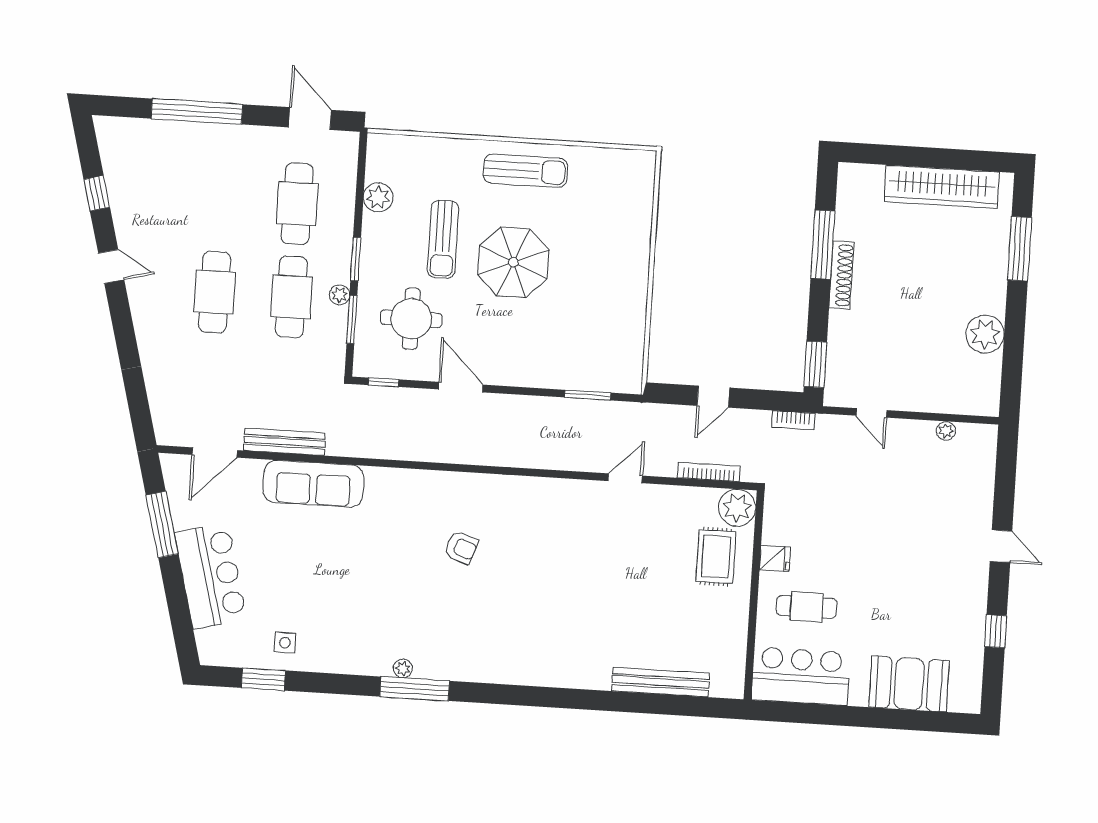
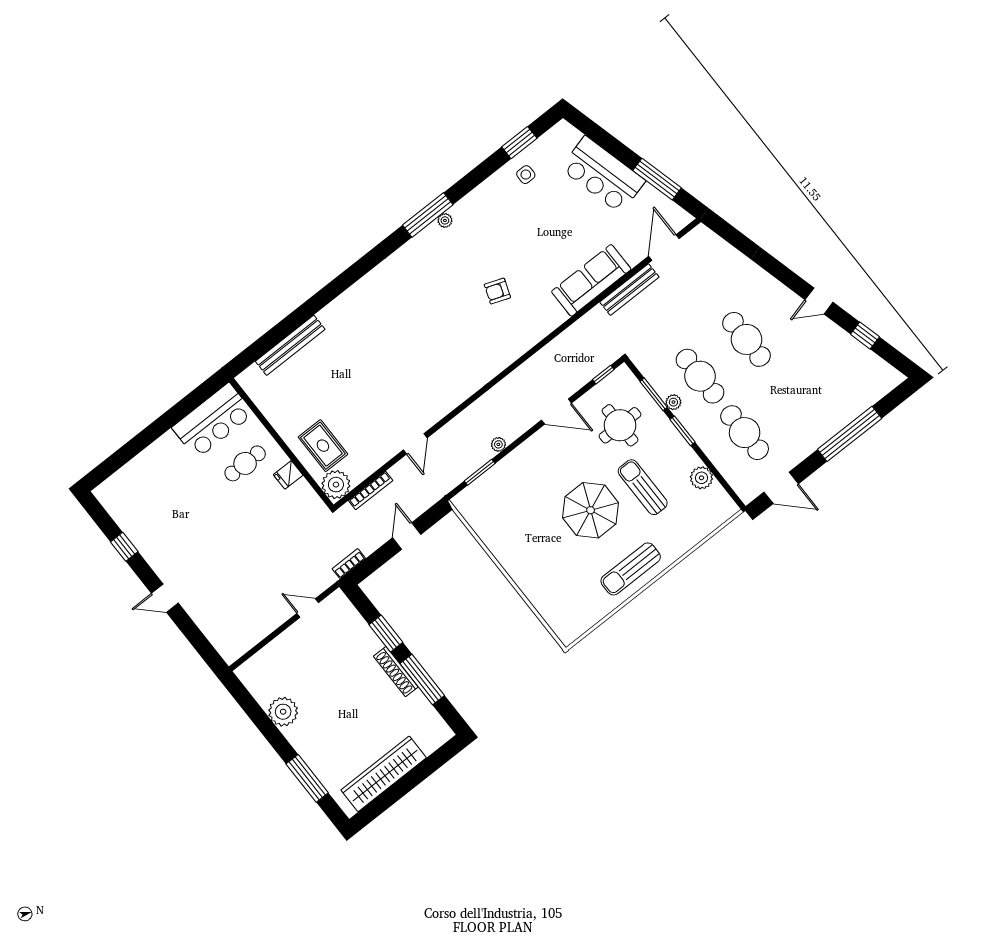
window: (815, 364) -> (386, 633), moved
plant: (946, 431) -> (498, 444), moved
armchair: (461, 548) -> (497, 291), moved
booth: (909, 684) -> (147, 472), removed

